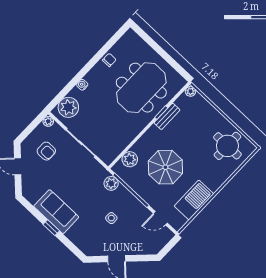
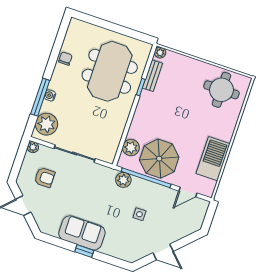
window: (73, 82) -> (40, 97), added
bench: (167, 116) -> (152, 76), moved
parasol: (165, 167) -> (159, 159), moved

